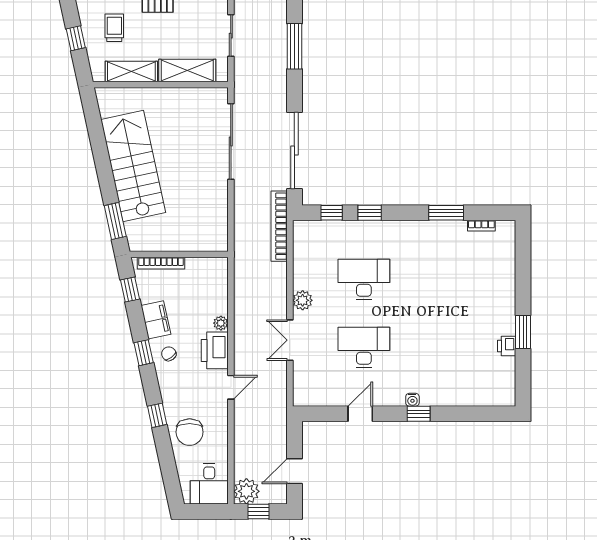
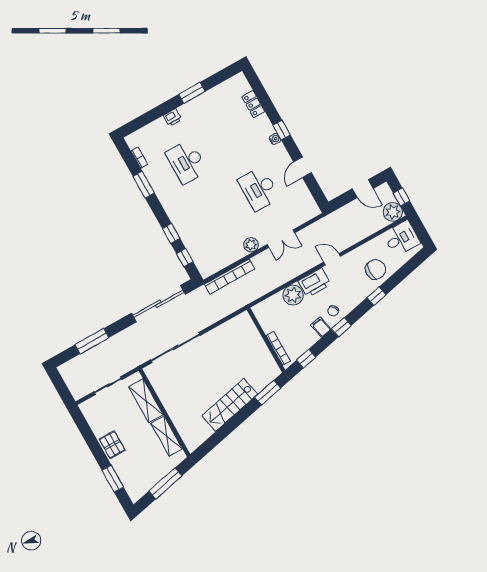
trolley: (114, 28) -> (145, 463), removed
window: (76, 38) -> (165, 483), width x2.17
stairs: (133, 166) -> (230, 405), width x0.73, depth x0.66
bookcase: (279, 226) -> (230, 277), moved
desk: (364, 279) -> (187, 162), moved
filing cabinet: (156, 320) -> (321, 327), width x0.50
plant: (221, 323) -> (293, 295), width x1.87, depth x1.87
printer: (507, 346) -> (173, 117), moved
locker: (469, 397) -> (253, 104), added
door: (360, 414) -> (303, 167), hinge flipped

